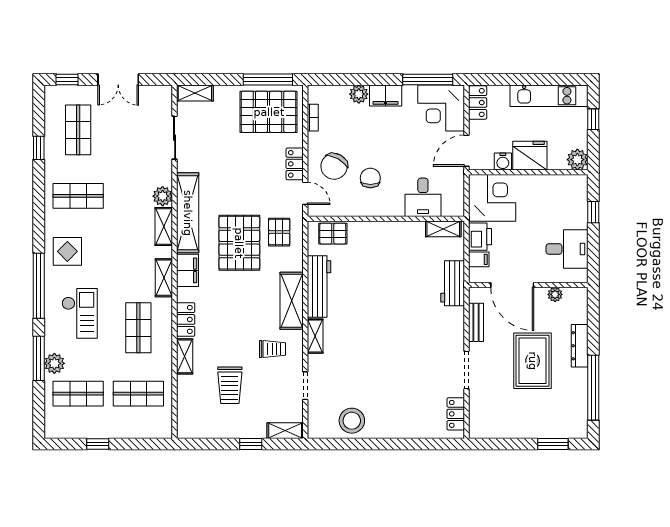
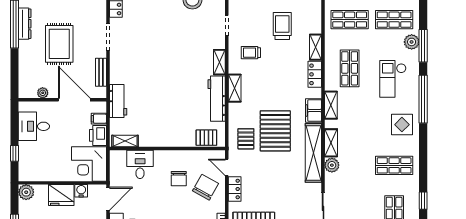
shelving: (292, 301) -> (235, 88), width x0.67, depth x0.75
dresser: (580, 346) -> (25, 24), moved

